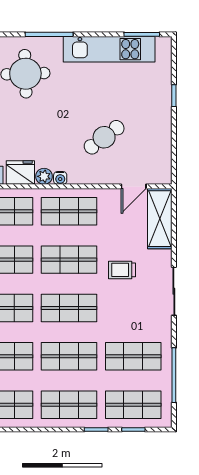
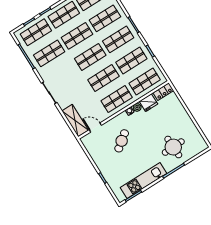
door: (134, 186) -> (95, 127), hinge flipped
trolley: (122, 270) -> (78, 88), removed

